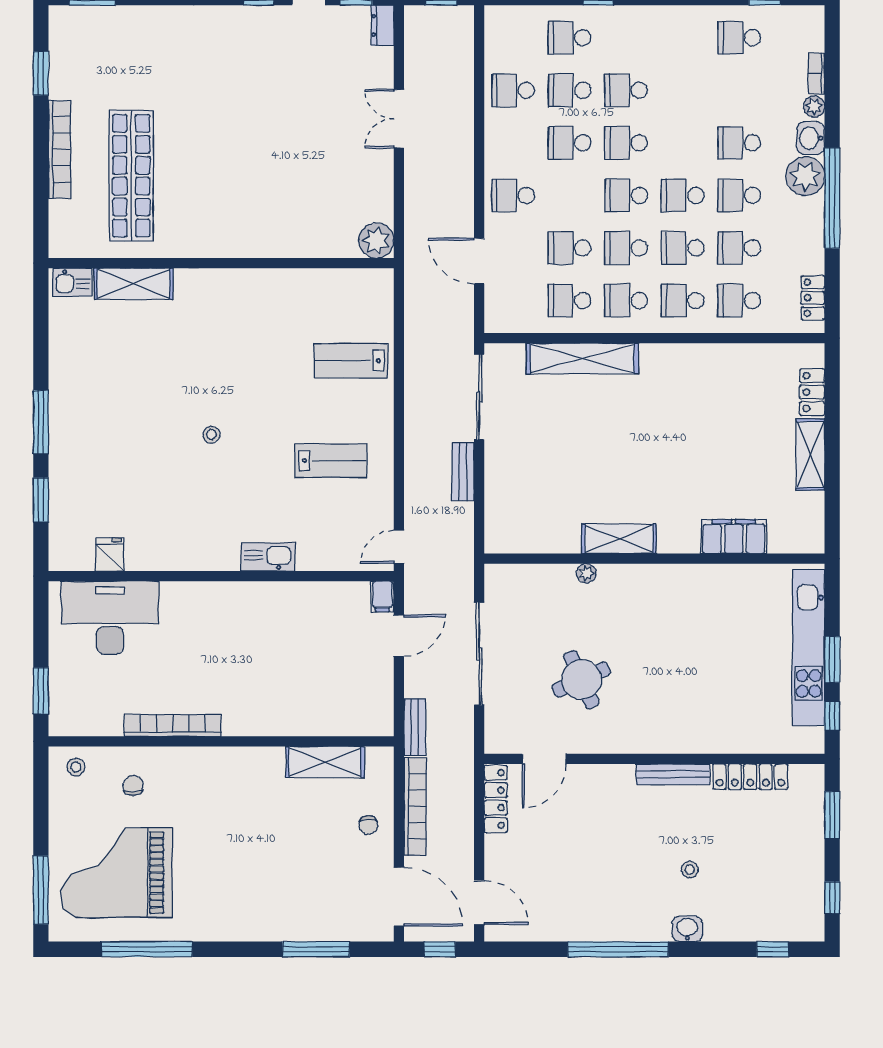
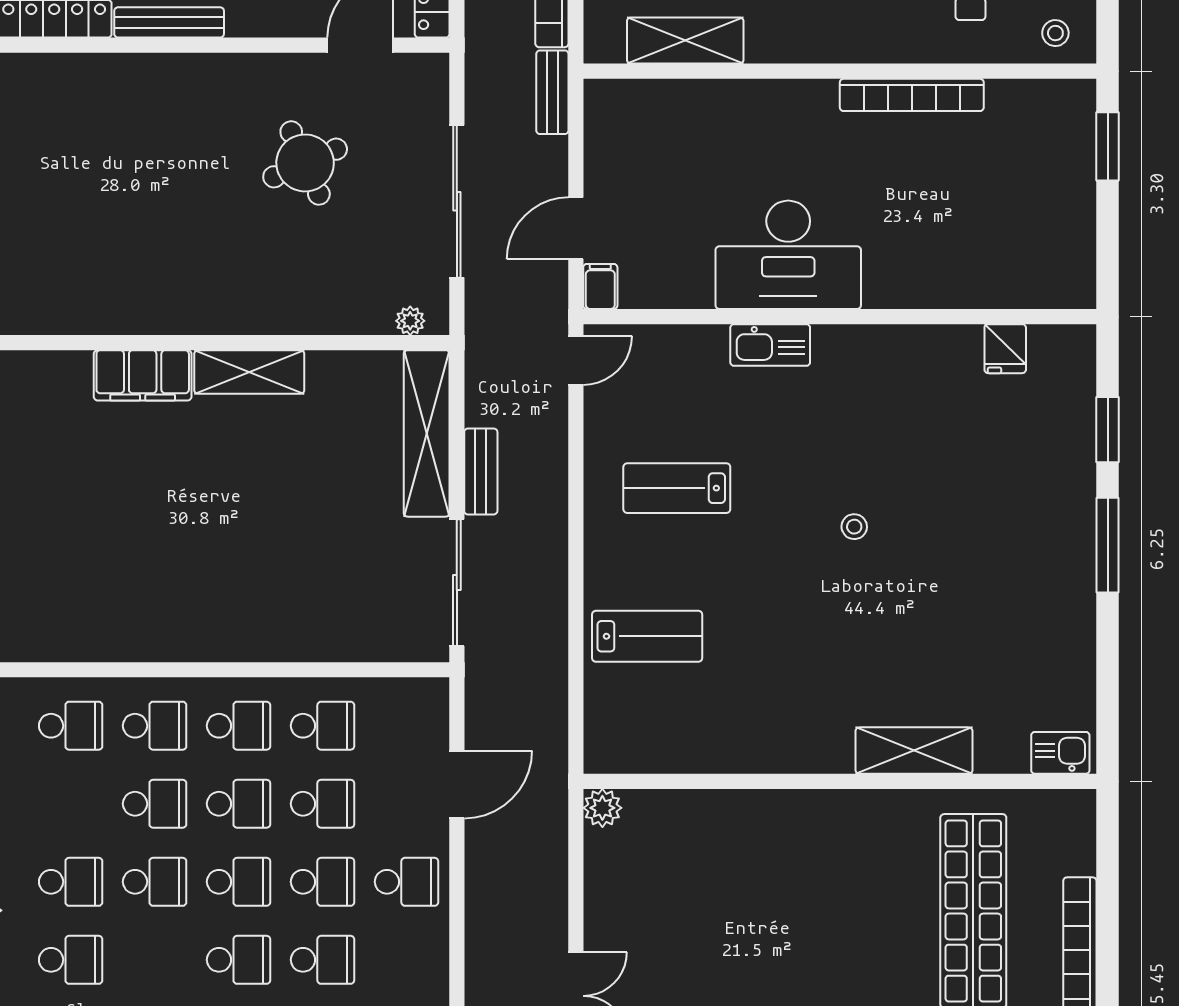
plant: (376, 240) -> (602, 808), width x0.73, depth x0.73
school desk: (739, 248) -> (323, 882), moved
door: (479, 261) -> (457, 784), hinge flipped
shelving: (134, 284) -> (914, 751), moved
shelving: (582, 358) -> (427, 433), moved, turned 90
filing cabinet: (734, 537) -> (143, 375), moved
plant: (586, 573) -> (410, 321), moved
desk: (110, 618) -> (788, 255), moved

